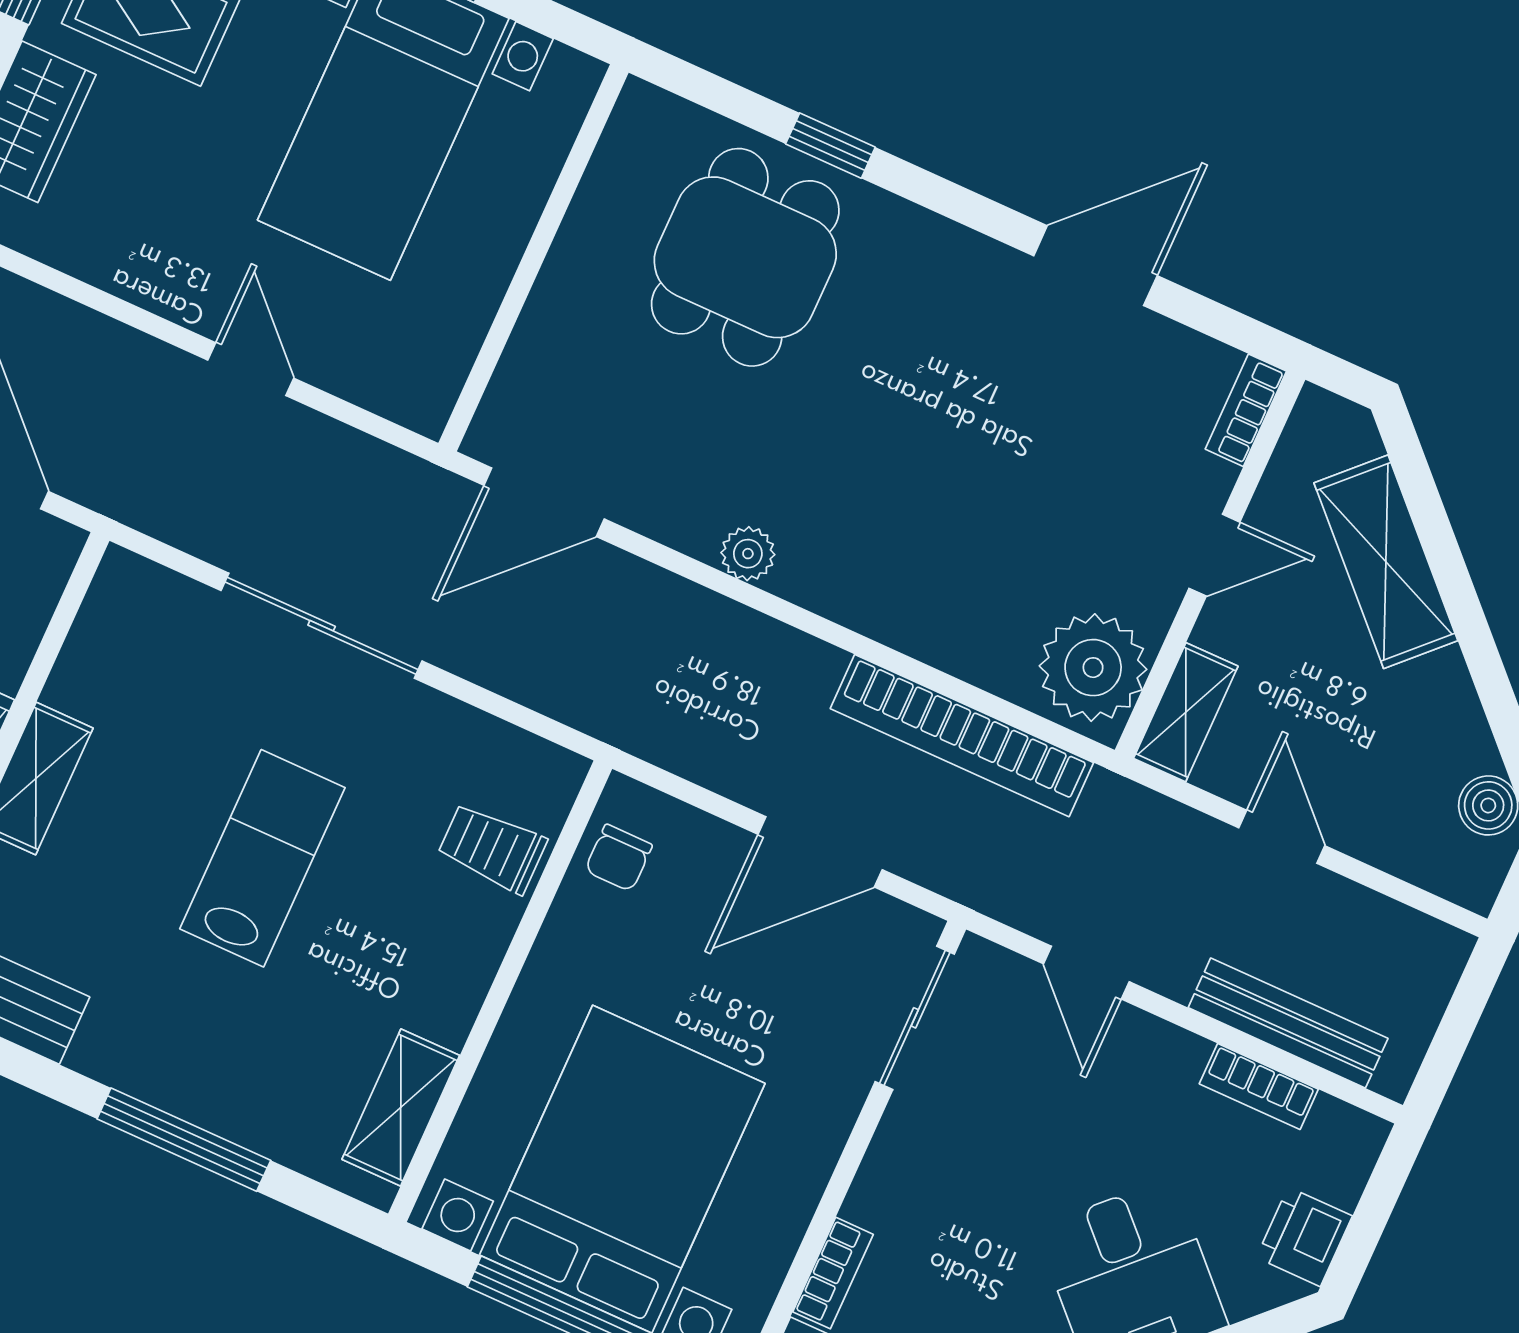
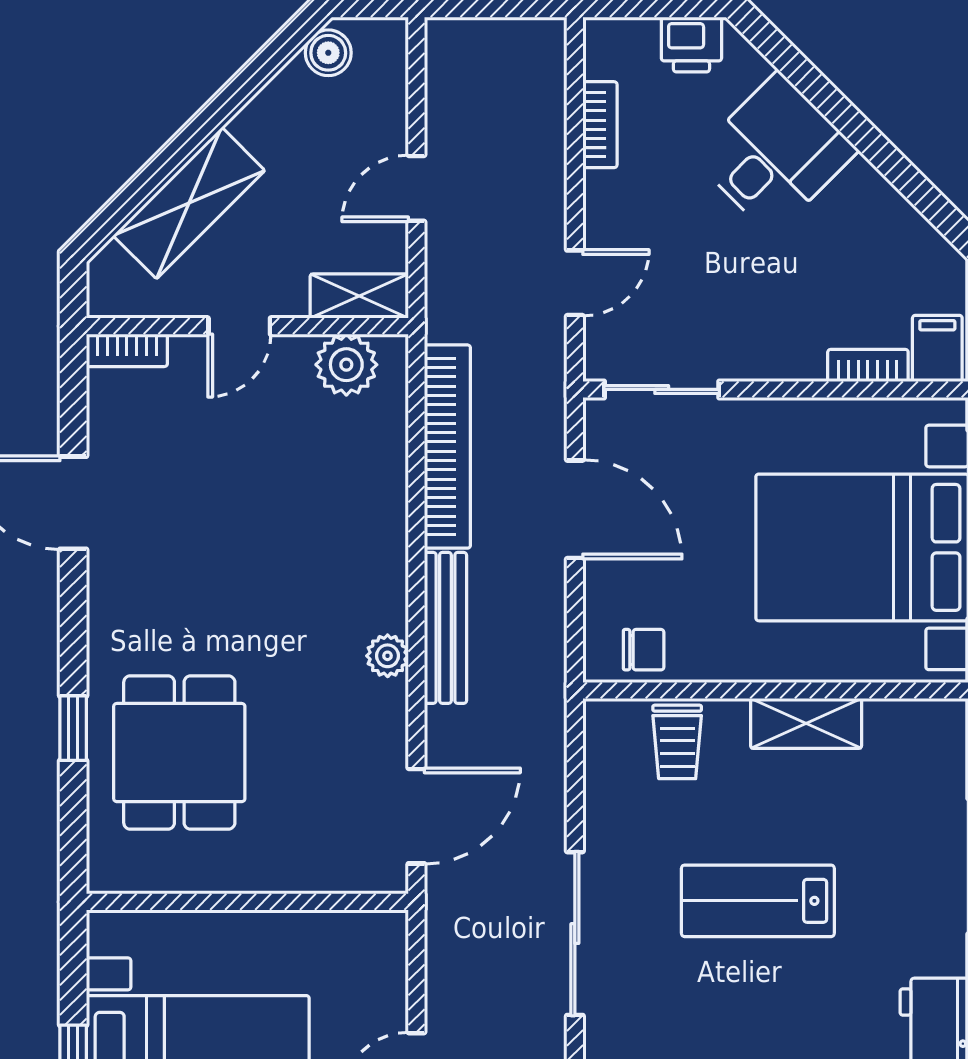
dining table: (745, 257) -> (179, 753), turned 90
door: (544, 502) -> (416, 816), hinge flipped
door: (1214, 555) -> (239, 326), swing flipped
plant: (1093, 668) -> (346, 365), width x0.73, depth x0.73
bench: (1288, 1023) -> (445, 628), moved
shelving: (401, 1107) -> (806, 723), moved

